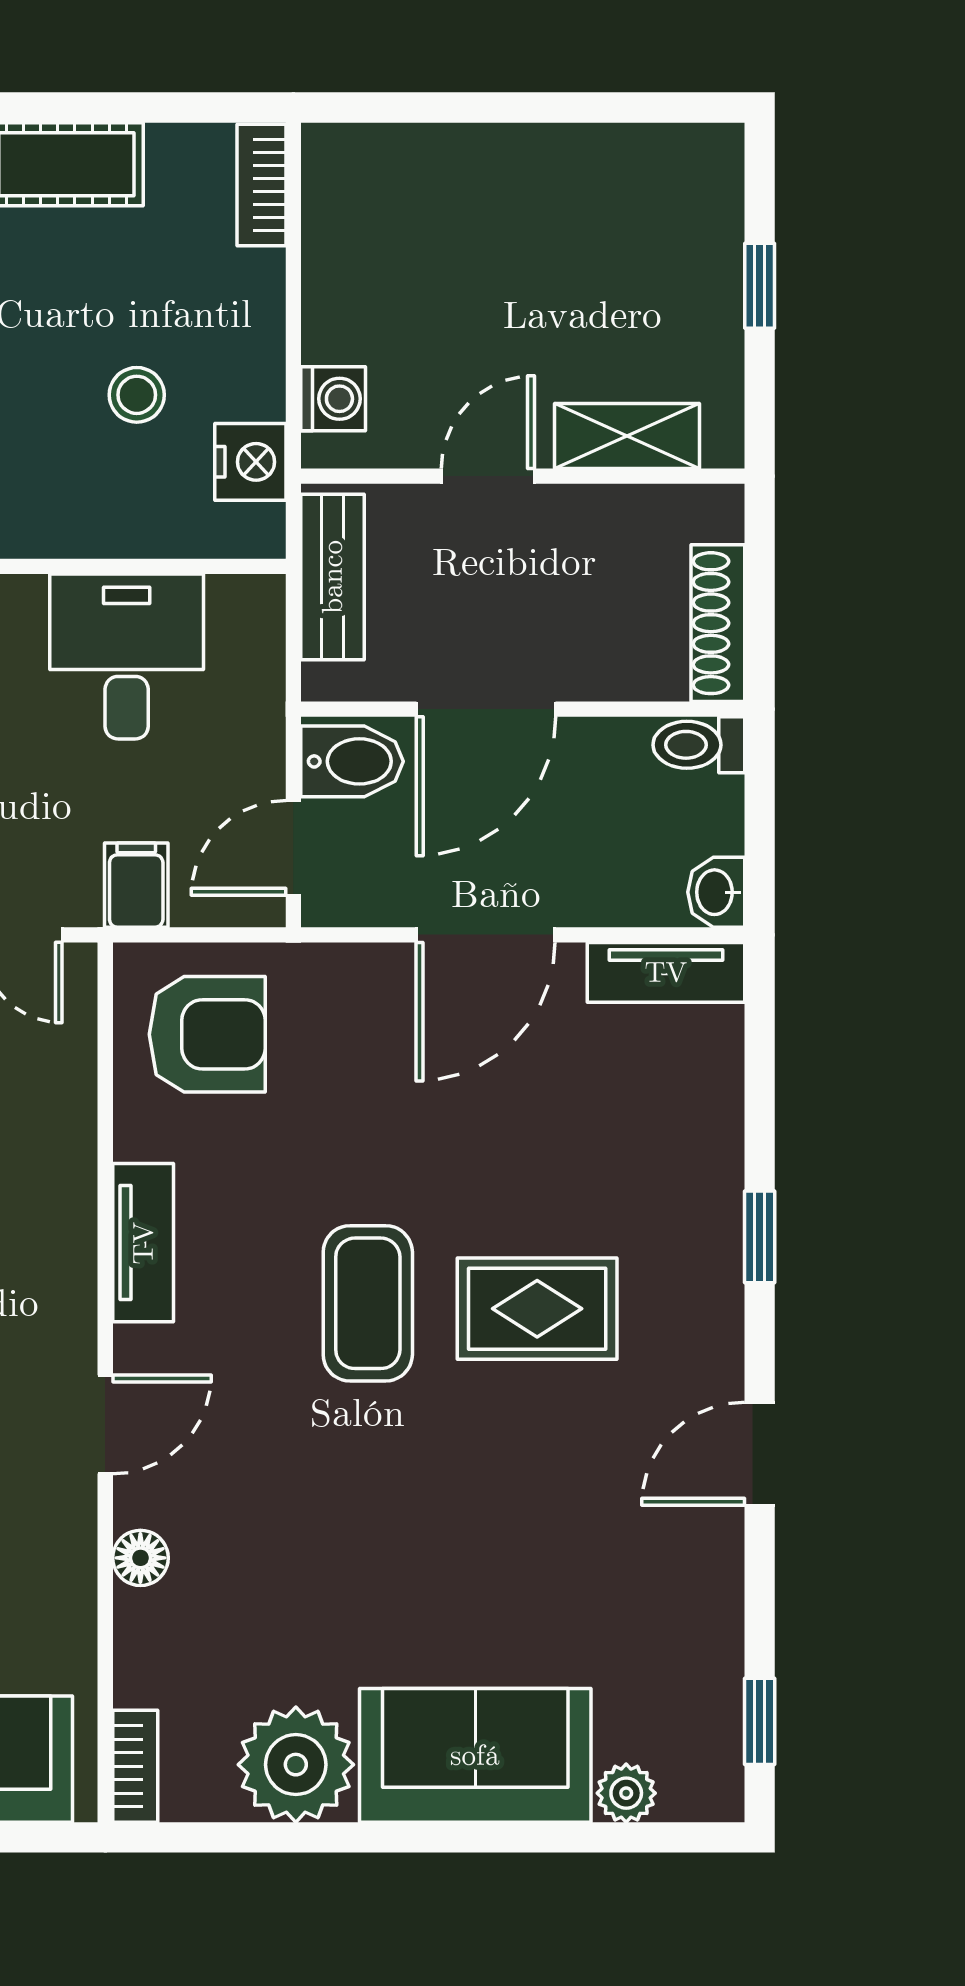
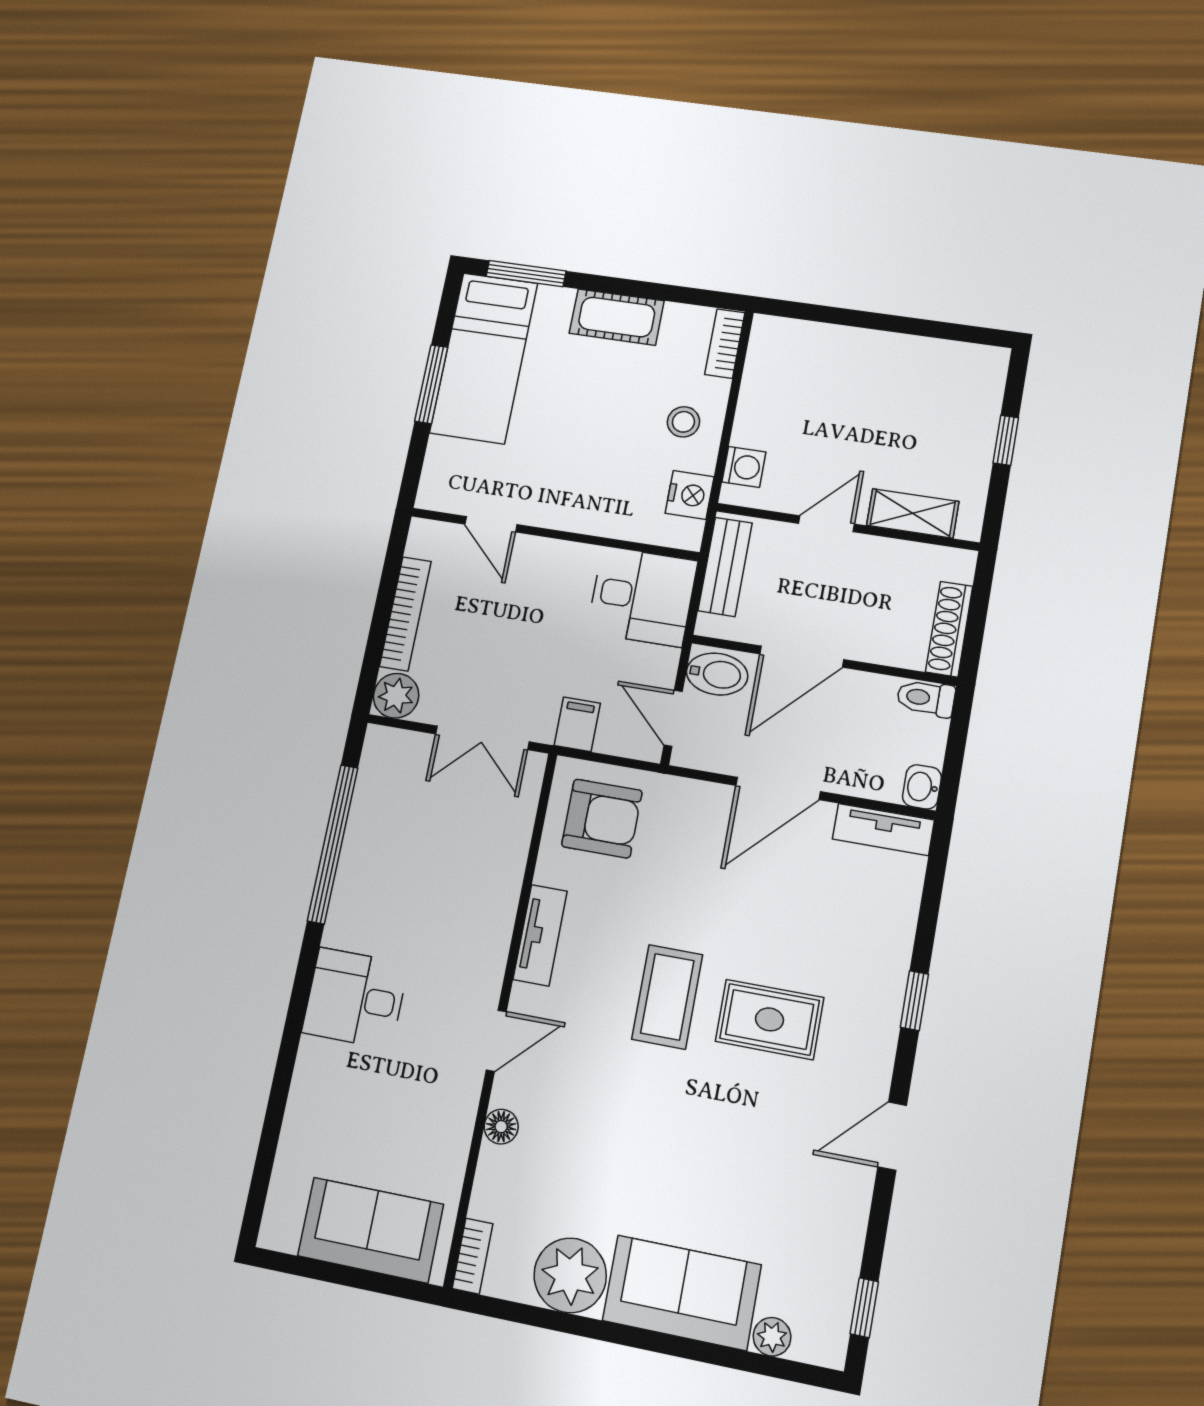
stool: (137, 395) -> (683, 422), moved
desk: (127, 656) -> (642, 597), moved, turned 90
door: (293, 848) -> (673, 718), hinge flipped

